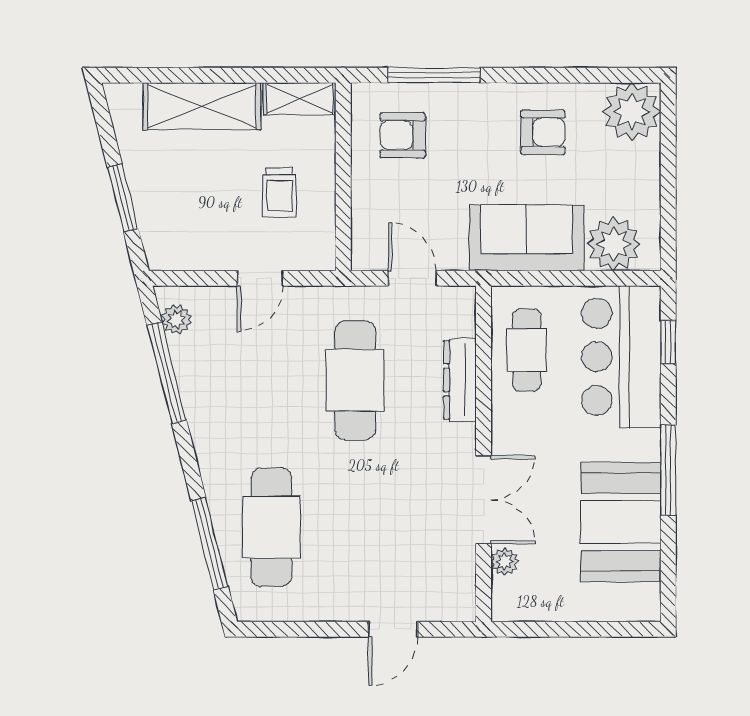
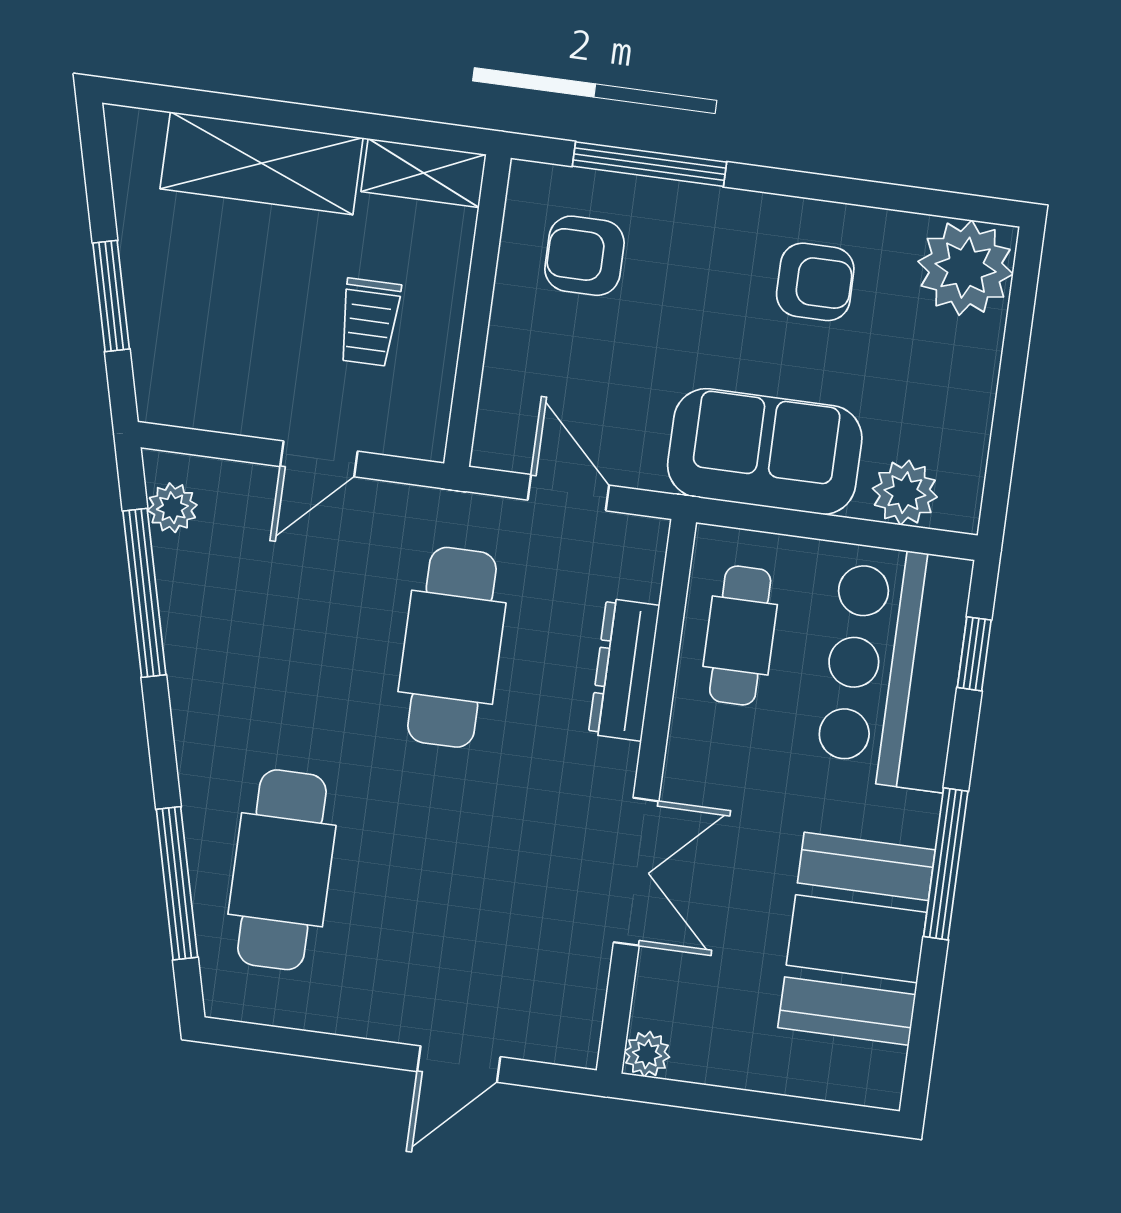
plant: (614, 244) -> (905, 493), width x0.73, depth x0.73
plant: (505, 562) -> (647, 1054), moved

